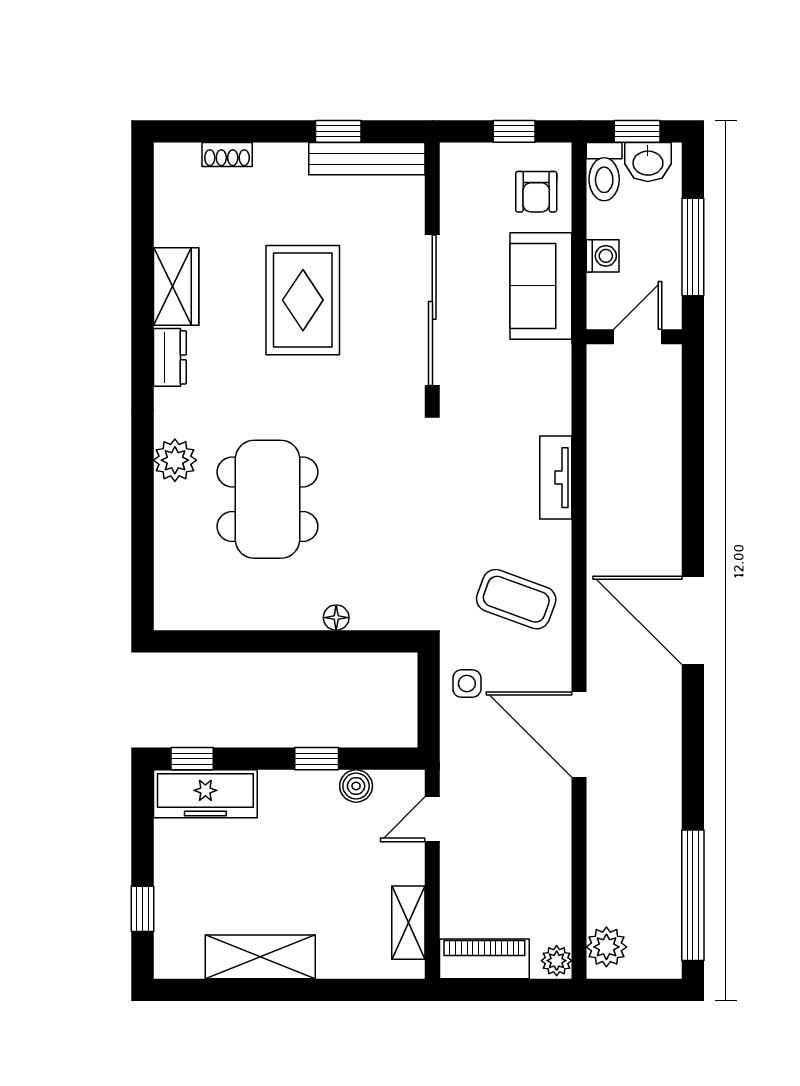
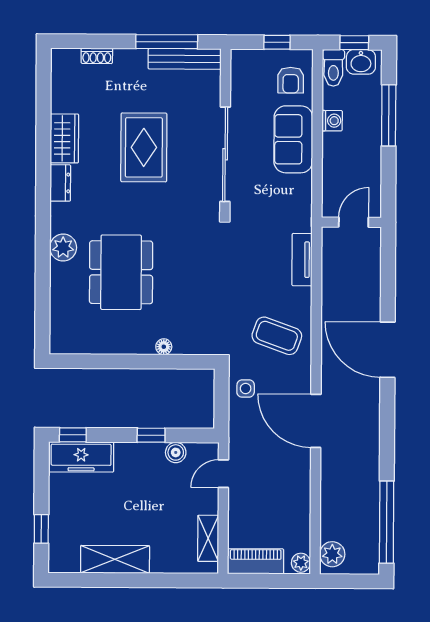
window: (338, 131) -> (167, 42), width x2.17
wall: (634, 337) -> (351, 222), moved
door: (638, 337) -> (354, 222), moved

